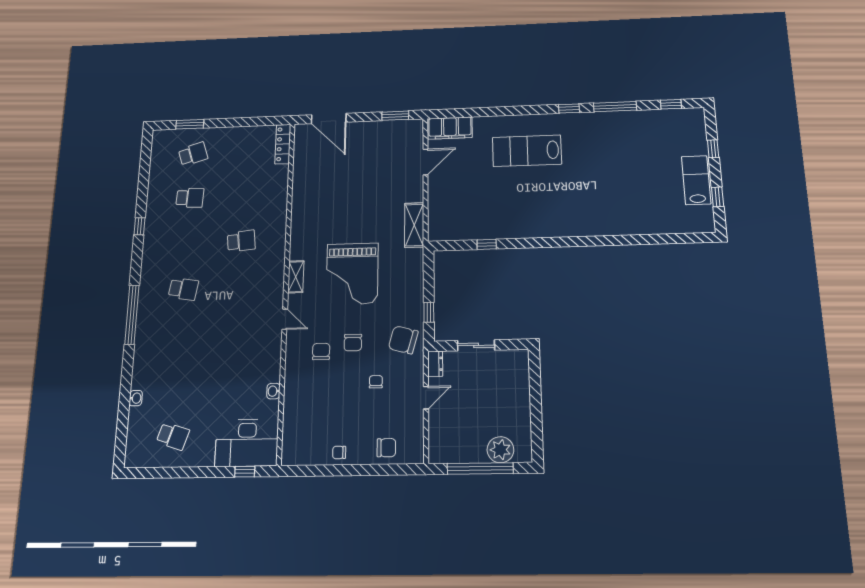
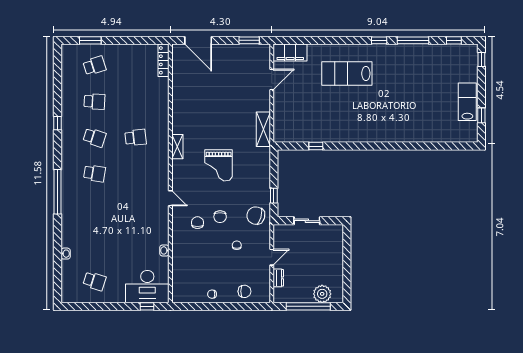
window: (713, 149) -> (481, 59), moved
school desk: (187, 243) -> (94, 137), added
grand piano: (352, 274) -> (219, 165), width x0.73, depth x0.68
shelving: (296, 277) -> (177, 147), moved
dresser: (435, 364) -> (278, 278), moved

